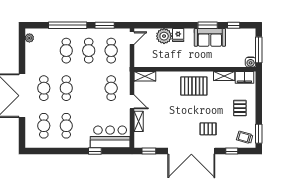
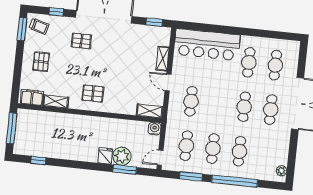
window: (208, 25) -> (125, 170), moved
sofa: (210, 37) -> (68, 149), removed
water cooler: (251, 62) -> (155, 129), moved
pallet: (194, 86) -> (93, 93), width x0.67, depth x0.71
bar counter: (110, 137) -> (207, 45), width x1.36
window: (95, 151) -> (218, 29), removed

